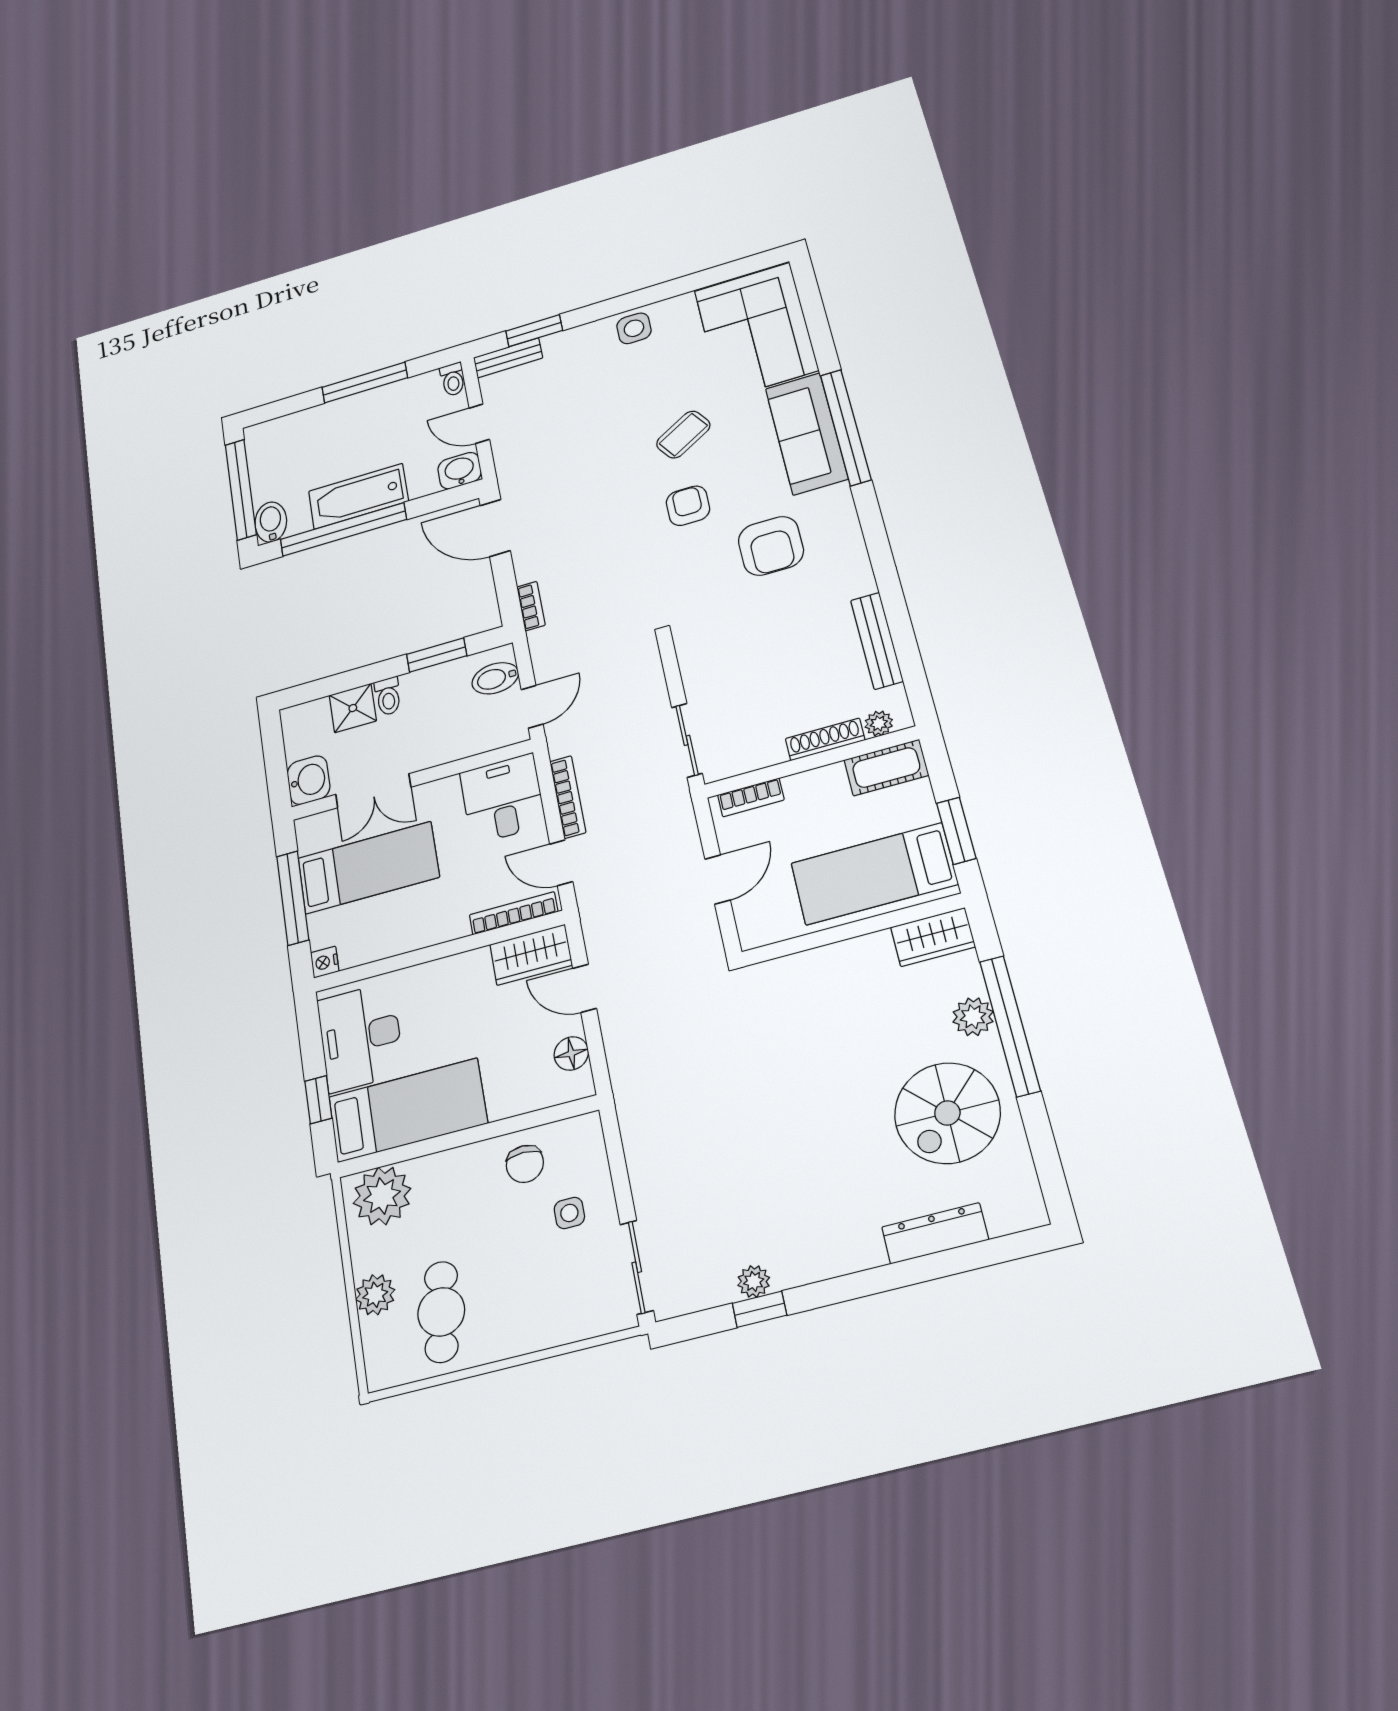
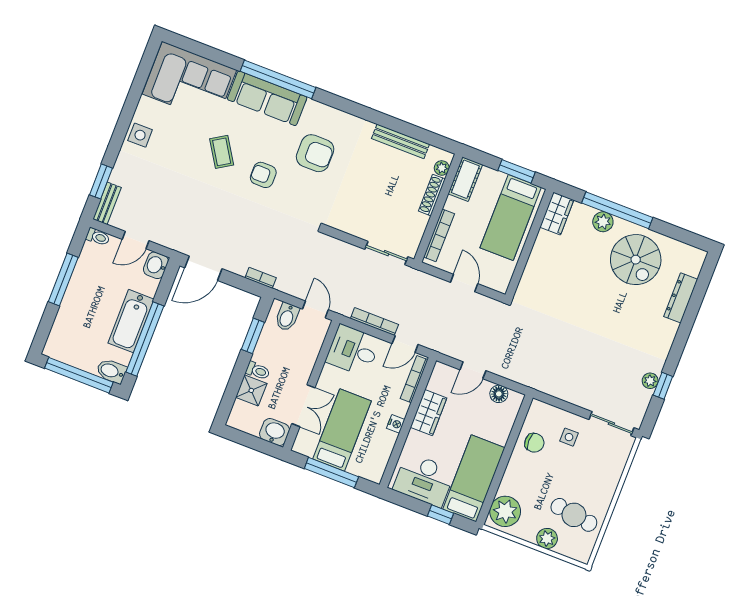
bookcase: (751, 797) -> (439, 235), width x1.56
wardrobe: (531, 955) -> (429, 413), moved
nightstand: (325, 962) -> (396, 424), moved, turned -90

